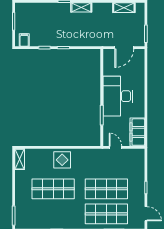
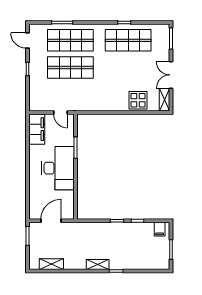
display table: (62, 160) -> (138, 100), moved
double door: (14, 182) -> (171, 75), added
shop shelf: (53, 189) -> (128, 40), moved

